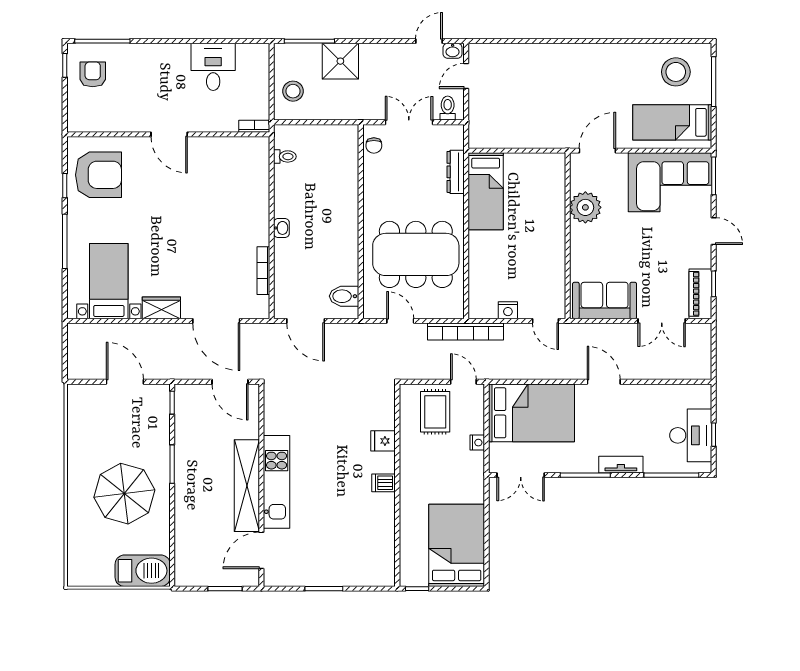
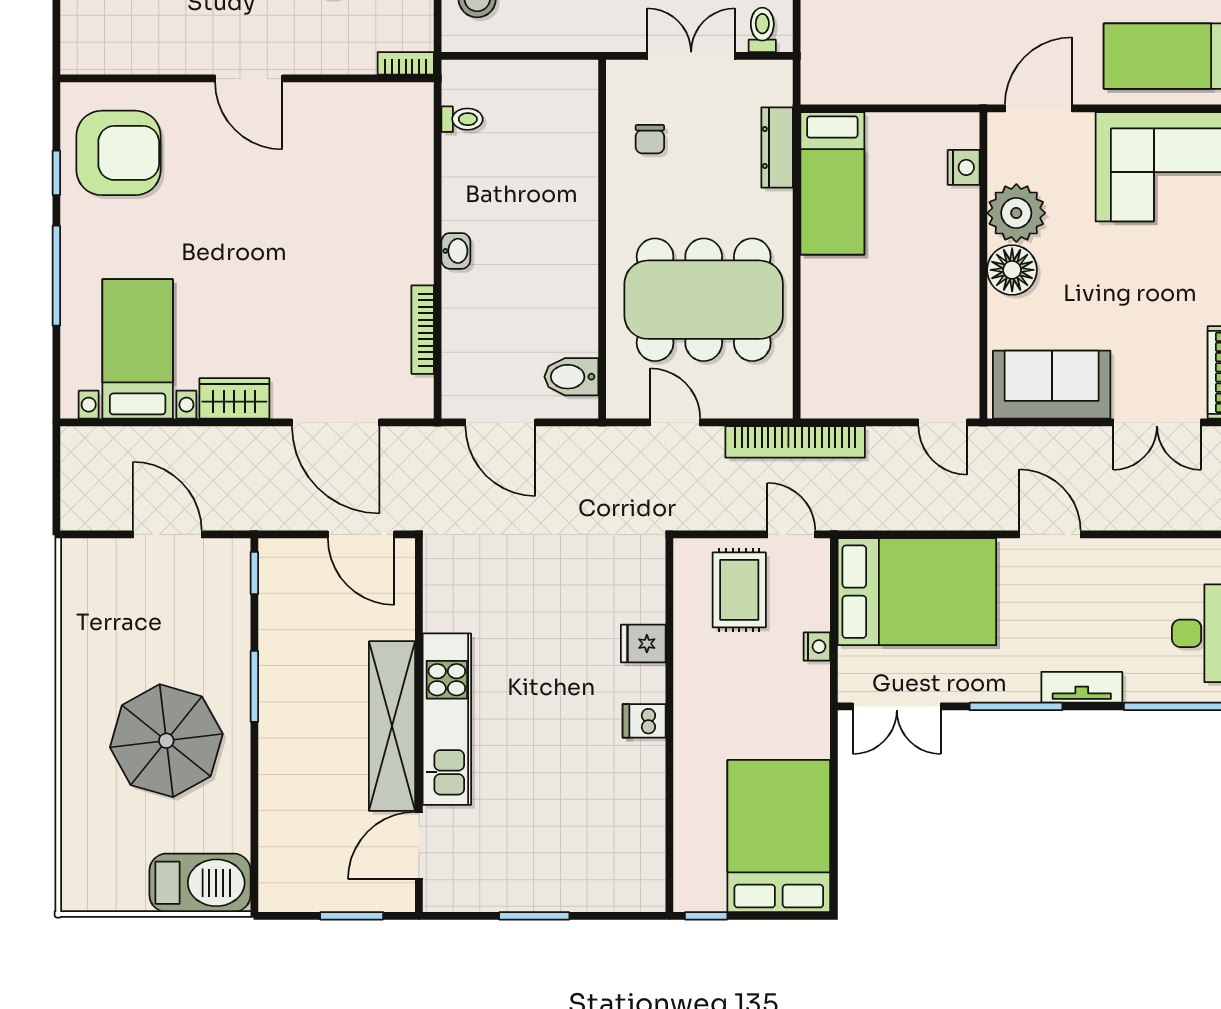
chair: (374, 146) -> (650, 139), moved
floor lamp: (583, 238) -> (1012, 270), added
nightstand: (508, 310) -> (964, 167), moved, turned -90

